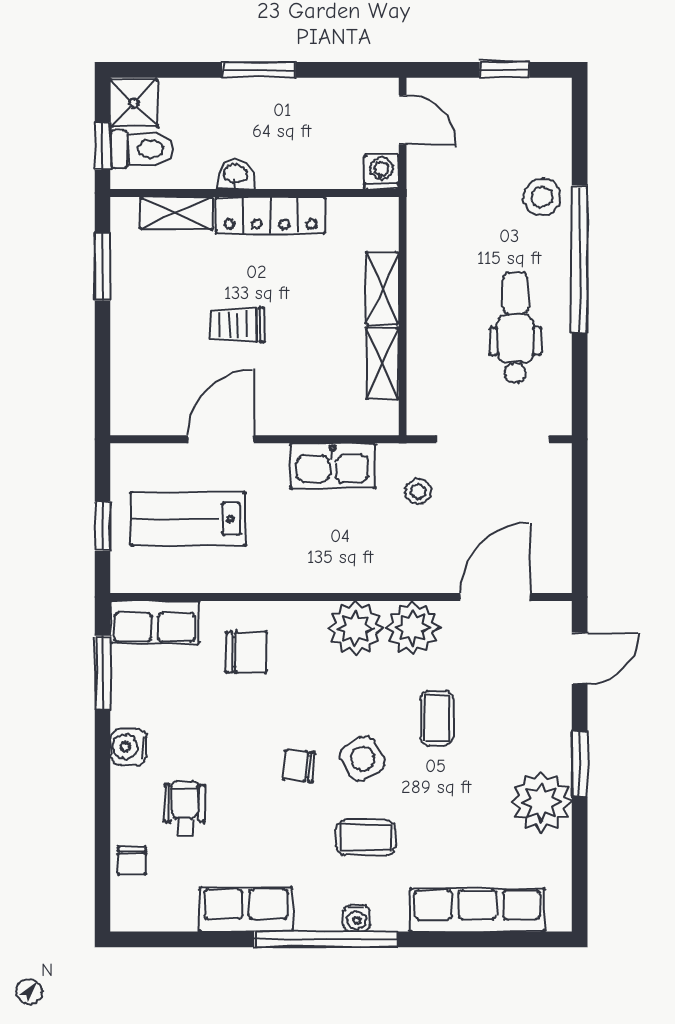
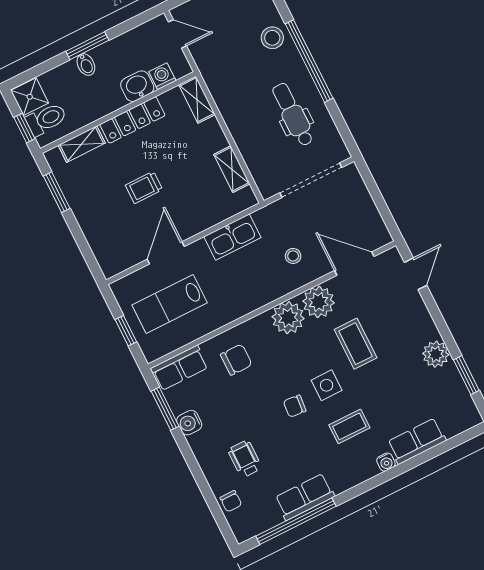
bidet: (242, 97) -> (86, 65), added
washing machine: (382, 172) -> (162, 76), moved
washbasin: (236, 175) -> (137, 86), moved, width x1.38, depth x1.45
shelving: (382, 288) -> (197, 100), moved
stool: (418, 492) -> (293, 256), moved
door: (495, 597) -> (354, 264), hinge flipped
coffee table: (437, 718) -> (356, 344), width x1.36, depth x1.30
water cooler: (128, 747) -> (189, 423), moved
side table: (362, 759) -> (327, 385), turned 30
window: (580, 764) -> (466, 375), moved
plant: (541, 802) -> (436, 354), width x0.73, depth x0.73
row of seats: (477, 910) -> (417, 441), width x0.68
water cooler: (356, 918) -> (386, 462), moved
window: (326, 939) -> (296, 521), moved

